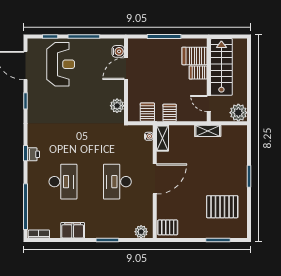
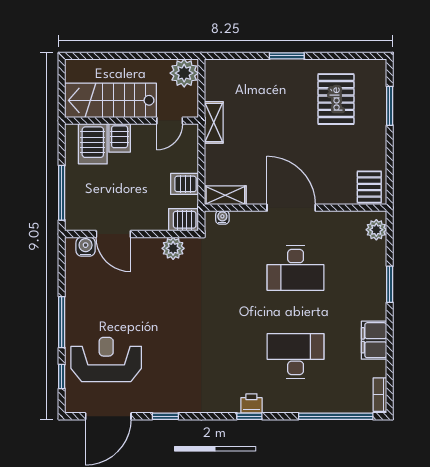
water cooler: (118, 51) -> (86, 247), moved
door: (126, 69) -> (113, 234), moved
wall: (126, 80) -> (132, 234), moved
plant: (117, 106) -> (173, 248), moved

